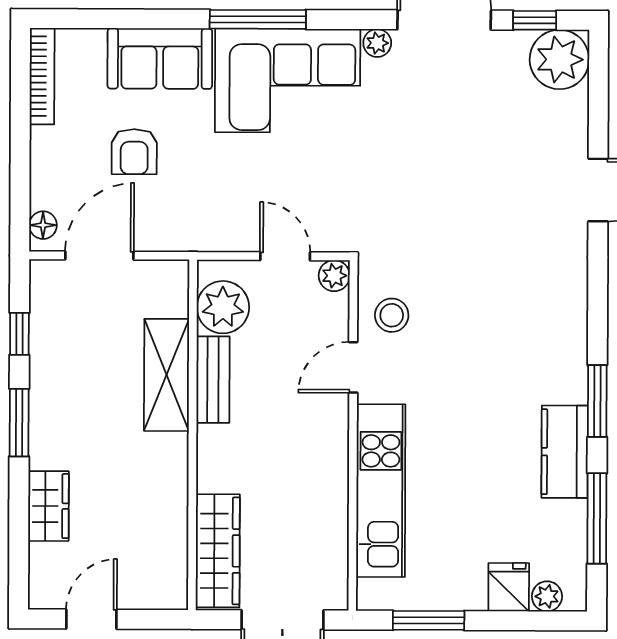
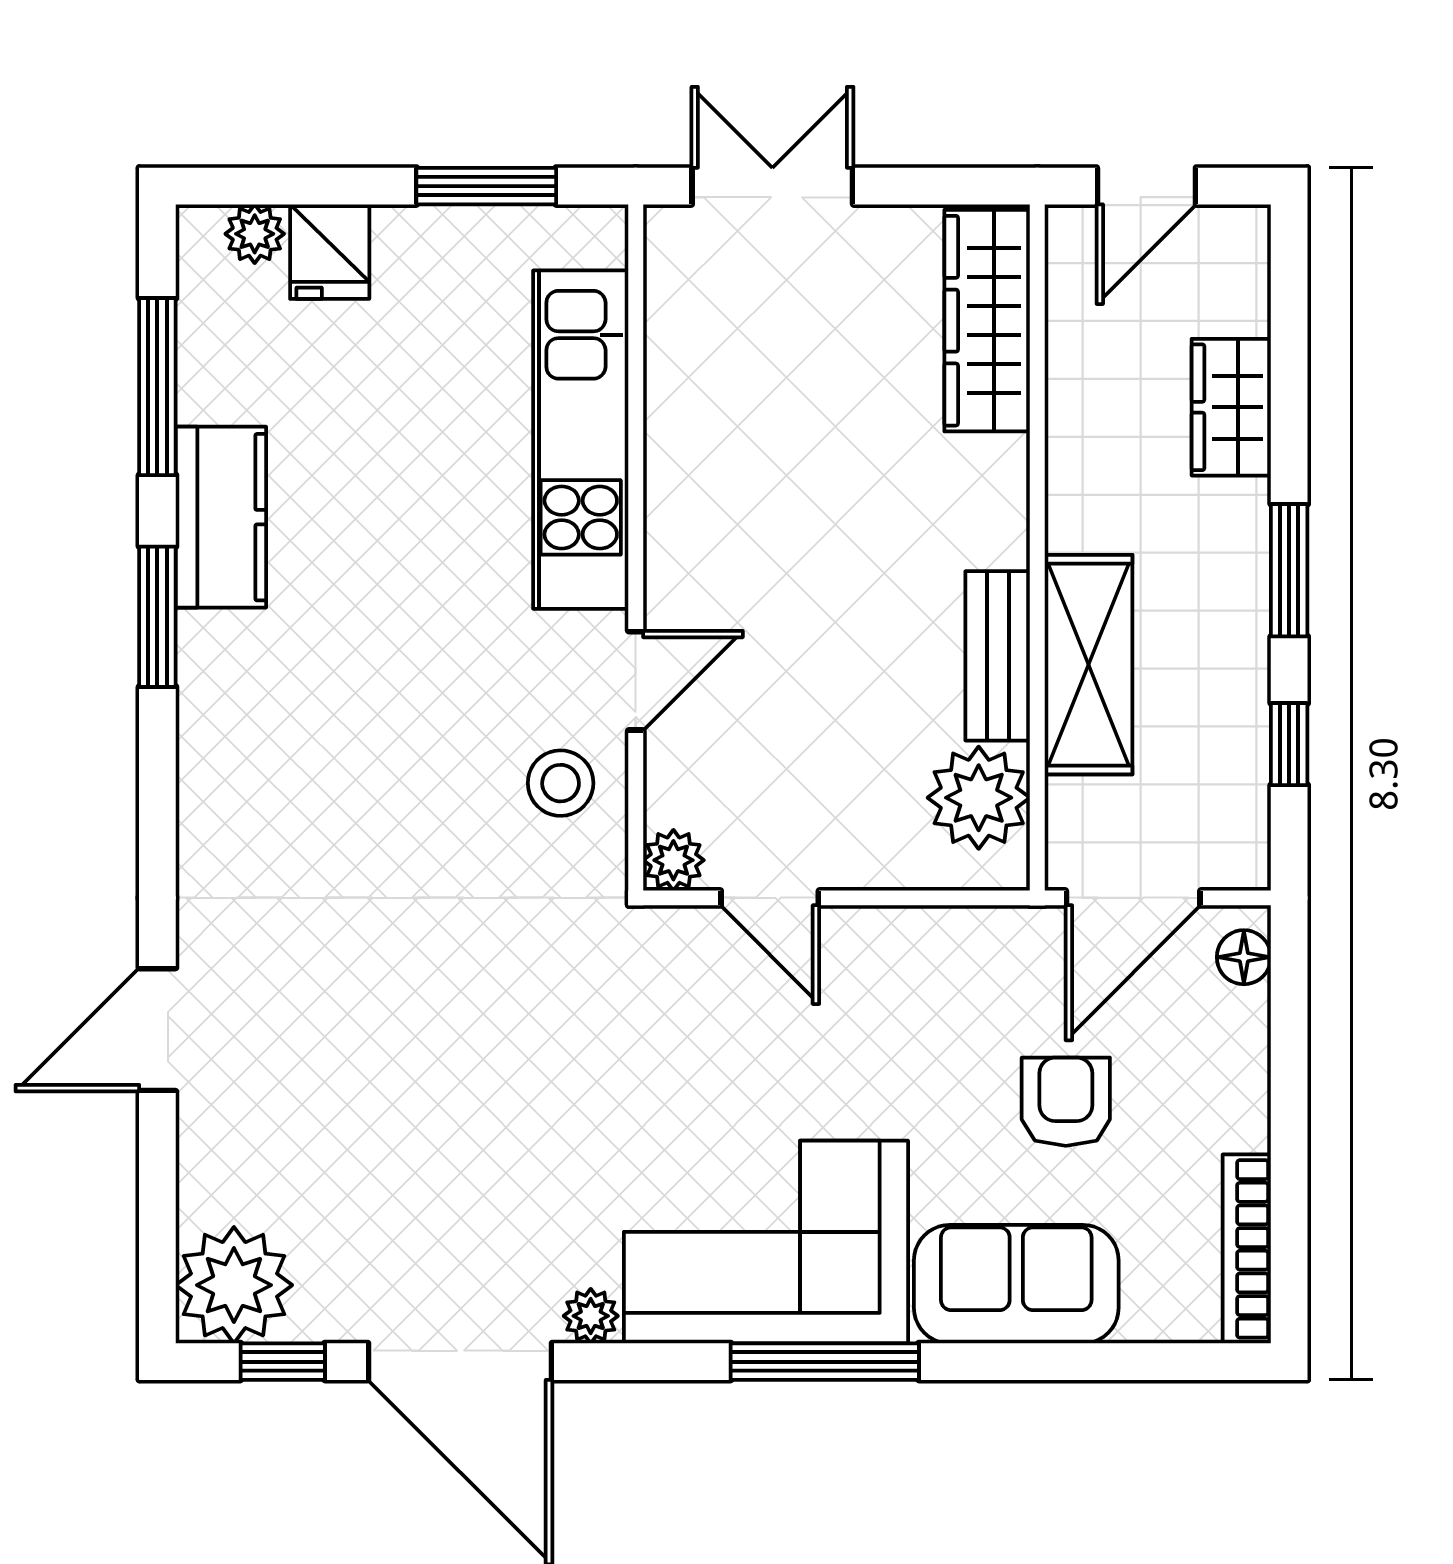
plant: (223, 307) -> (979, 798), moved
shelving: (167, 375) -> (1089, 665), moved
bench: (213, 380) -> (998, 656), moved
wall: (193, 435) -> (1037, 547), moved
wardrobe: (218, 551) -> (987, 321), moved

